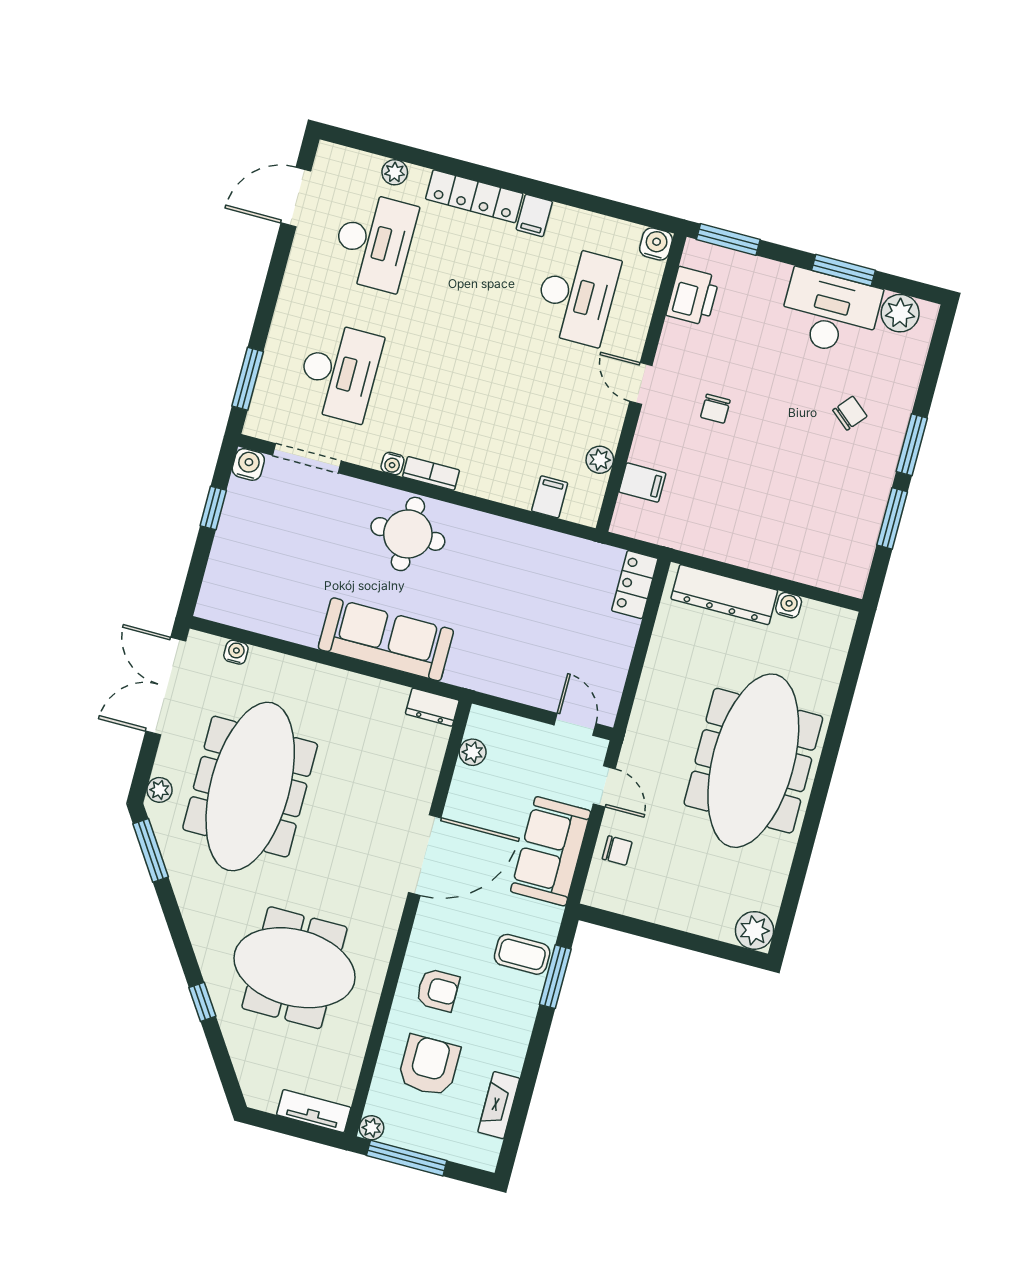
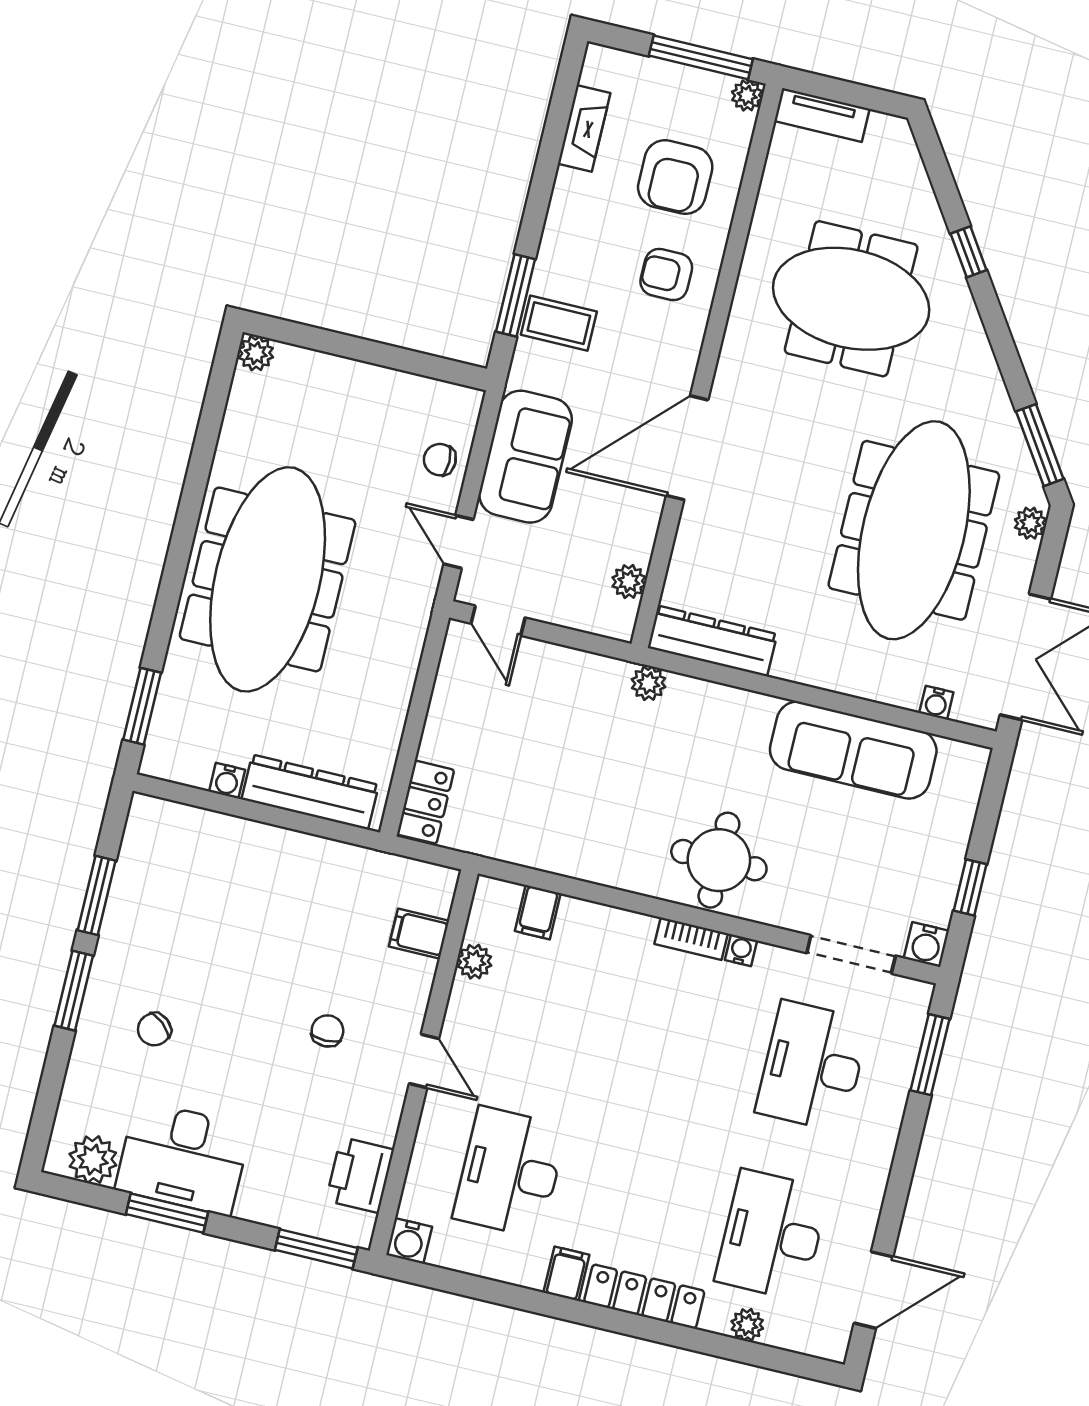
sofa: (386, 639) -> (853, 750), moved
window: (853, 665) -> (142, 706), added
plant: (459, 673) -> (649, 683), added
dresser: (432, 707) -> (712, 641), width x1.96, depth x1.24
plant: (755, 930) -> (256, 353), width x0.73, depth x0.73

